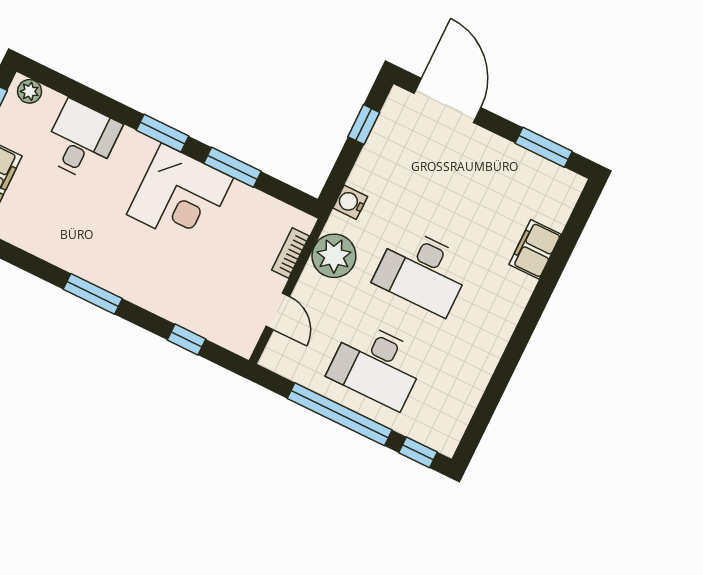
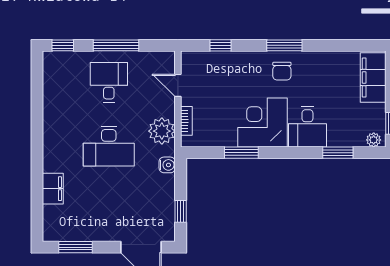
window: (163, 133) -> (338, 153), moved
desk: (81, 140) -> (307, 127), moved
chair: (115, 258) -> (282, 71), added
desk: (422, 271) -> (109, 146), turned 180
desk: (377, 365) -> (109, 82), width x0.73
window: (340, 414) -> (116, 45), width x0.68

